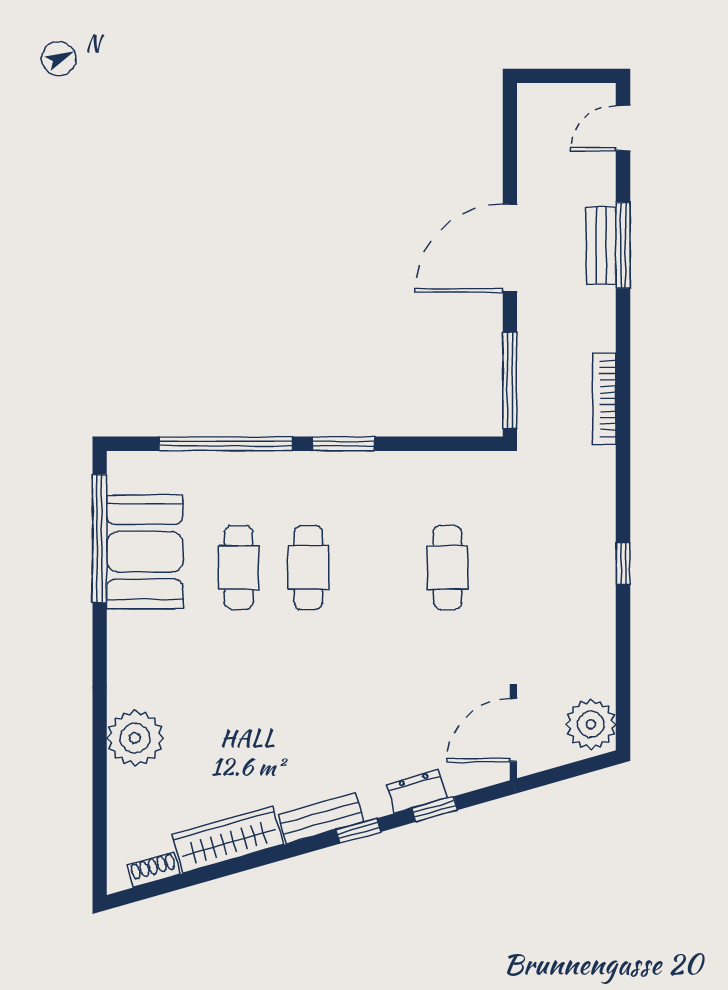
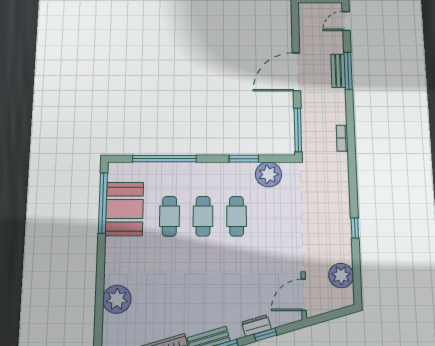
bookcase: (604, 399) -> (342, 138), width x0.64
window: (343, 444) -> (244, 159), moved
plant: (446, 478) -> (269, 174), added
window: (623, 563) -> (355, 228), moved
cafe table: (448, 567) -> (237, 216), moved
plant: (591, 724) -> (341, 276), moved

